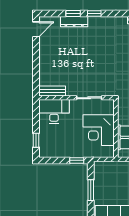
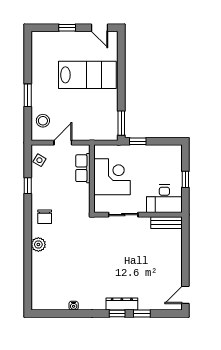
dresser: (74, 22) -> (122, 304), moved
window: (36, 140) -> (185, 179), moved
window: (91, 190) -> (121, 123), moved

